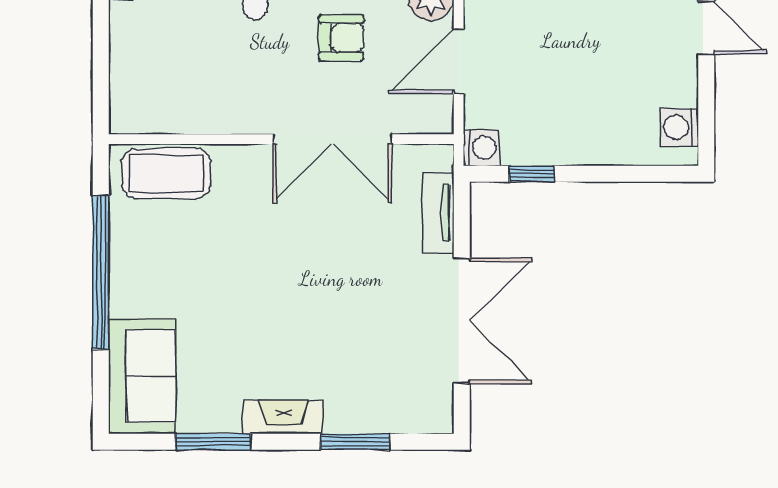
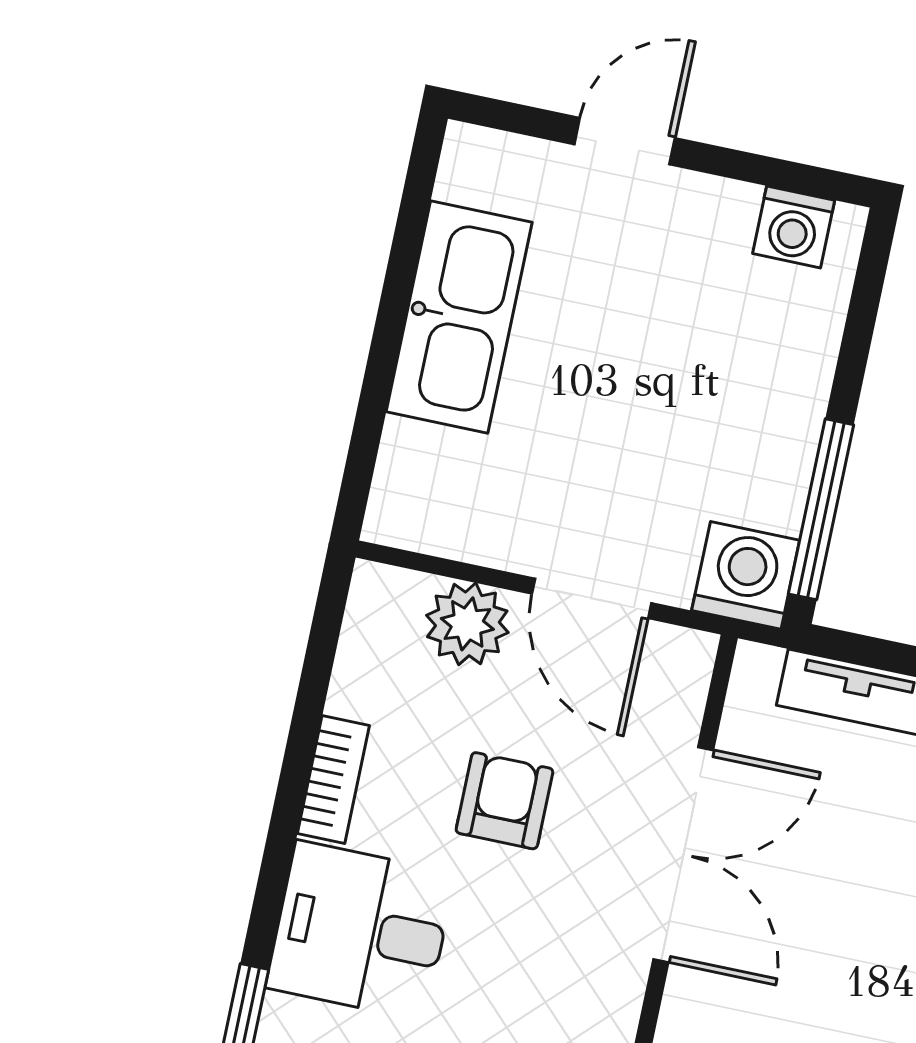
washing machine: (481, 148) -> (746, 575), width x1.38, depth x1.38
window: (532, 174) -> (821, 509), width x2.17

